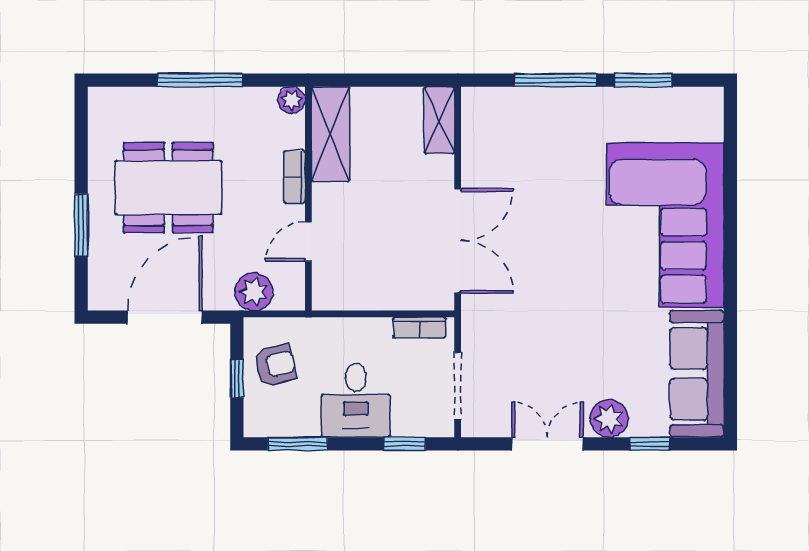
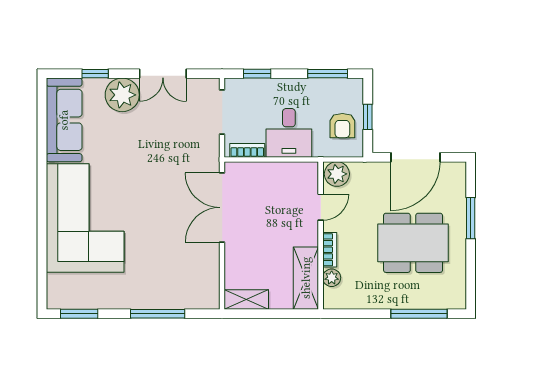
window: (200, 80) -> (419, 314), moved
window: (643, 80) -> (79, 314), moved
plant: (292, 100) -> (332, 278), moved
shelving: (439, 120) -> (246, 300), moved, turned 90
plant: (254, 292) -> (337, 174), moved
armchair: (275, 365) -> (342, 126), turned -76
desk: (356, 400) -> (289, 133), moved, turned 180
plant: (609, 418) -> (122, 95), width x1.36, depth x1.36

